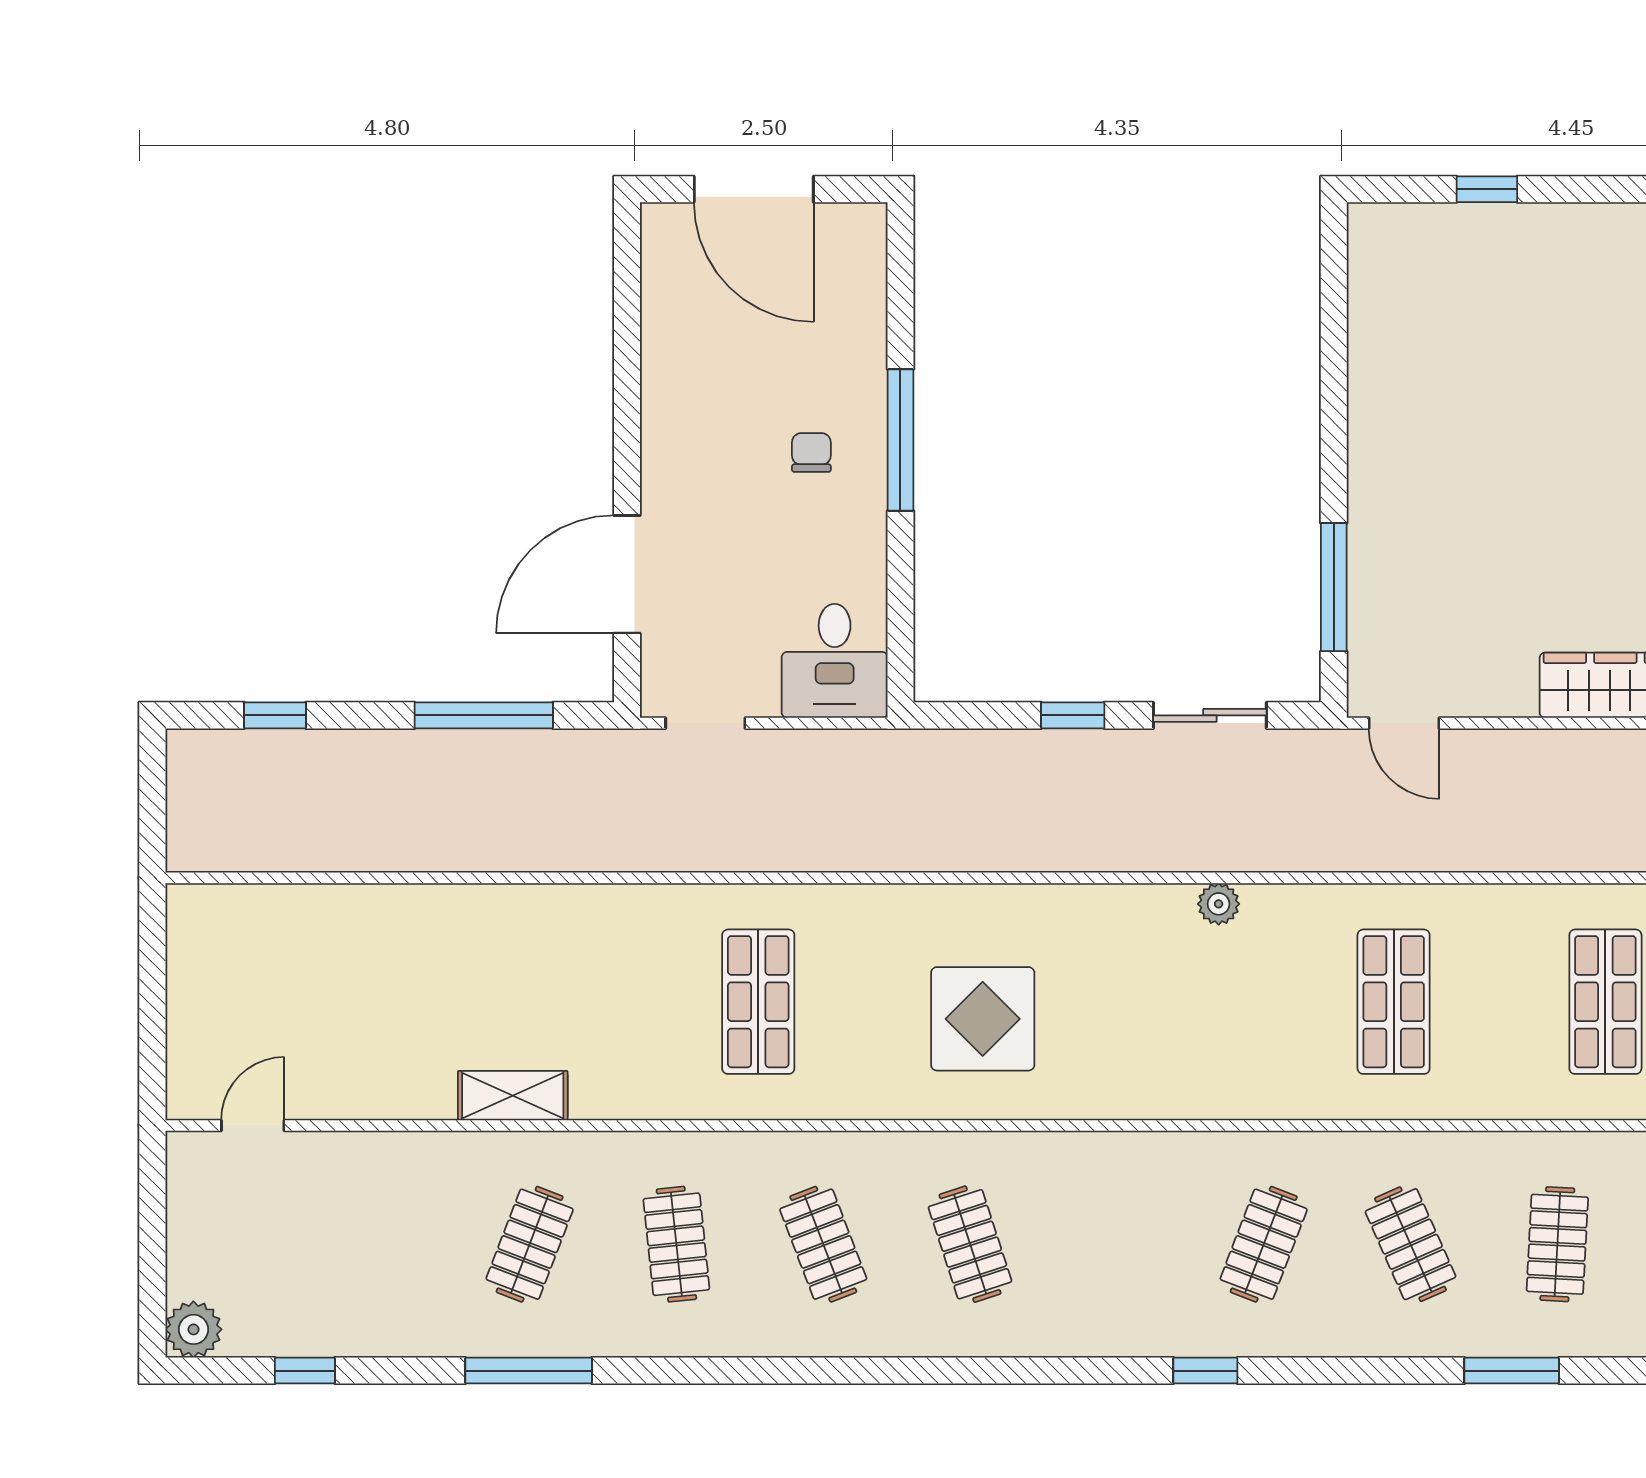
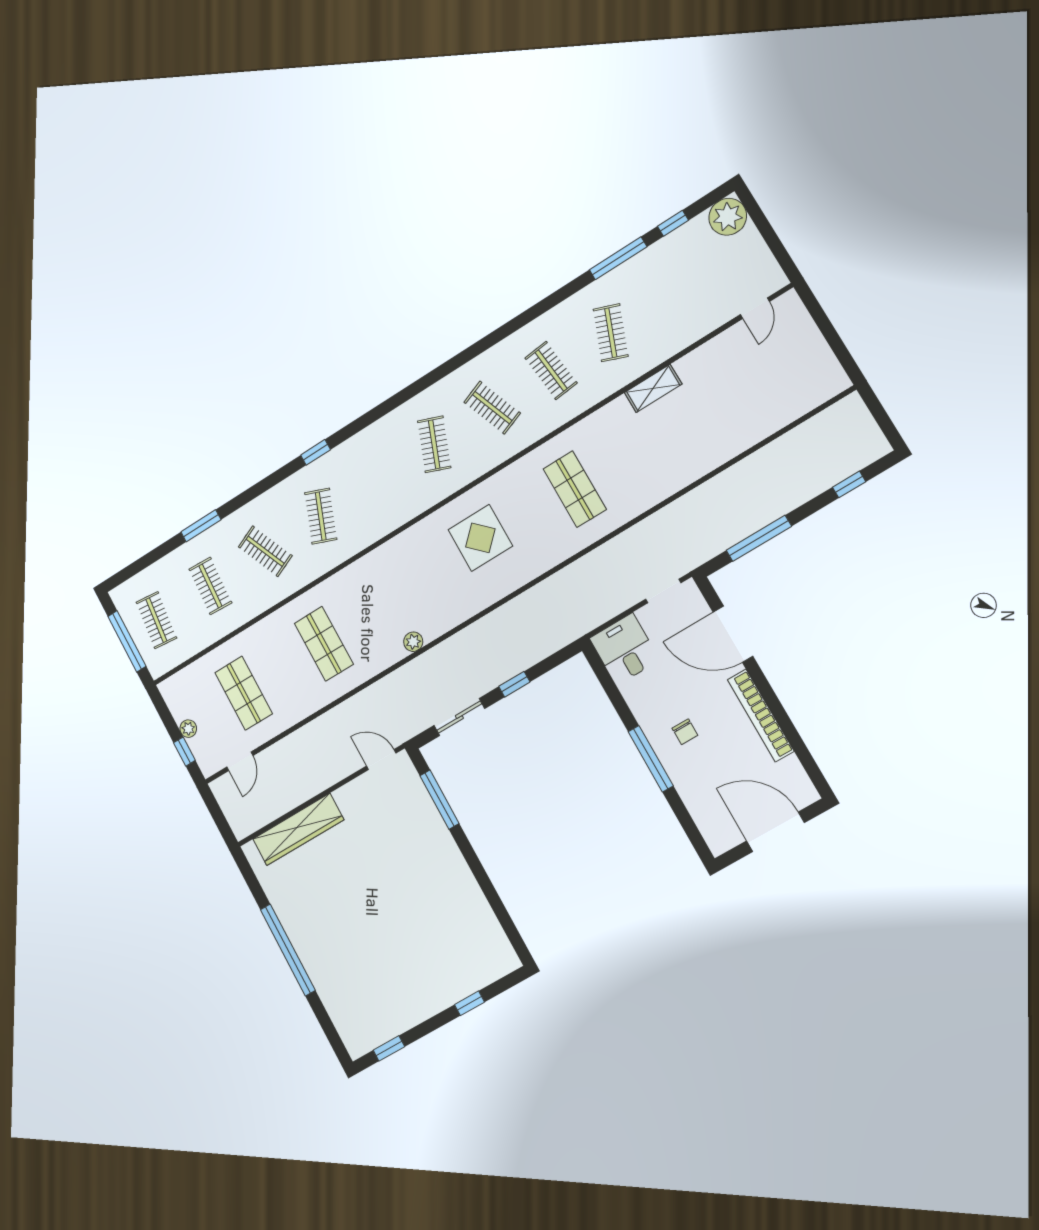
bookcase: (662, 405) -> (761, 715), added
door: (627, 574) -> (733, 634), swing flipped
clothes rail: (970, 1244) -> (434, 444), turned 39
plant: (193, 1329) -> (728, 217), width x1.36, depth x1.36
window: (529, 1371) -> (618, 258), moved

